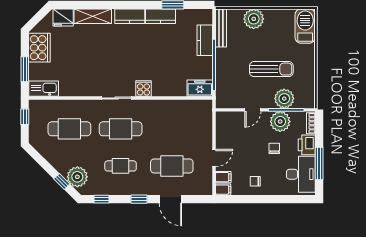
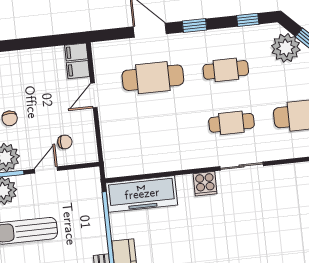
freezer: (200, 88) -> (142, 194), width x1.91, depth x1.26
cafe table: (121, 129) -> (231, 123), width x0.73, depth x0.74
chair: (255, 181) -> (65, 142), moved

